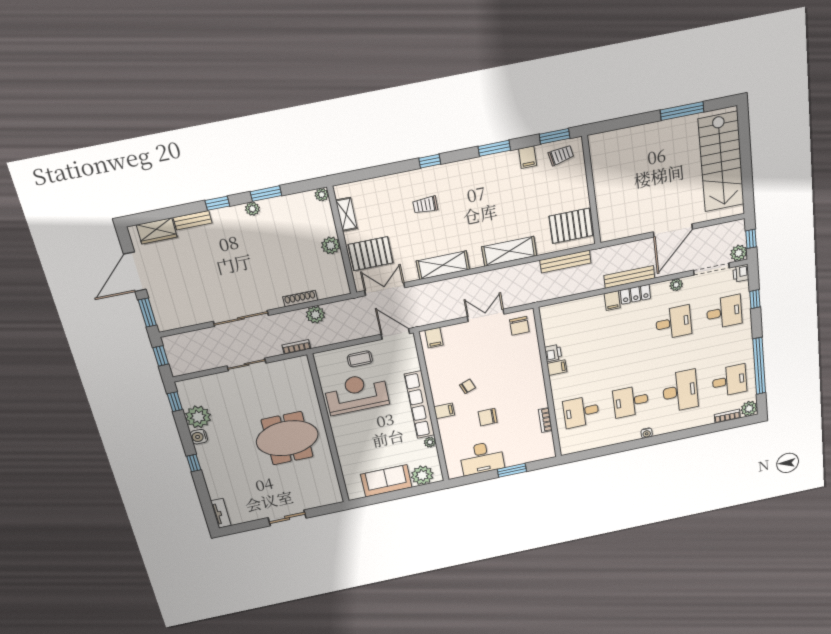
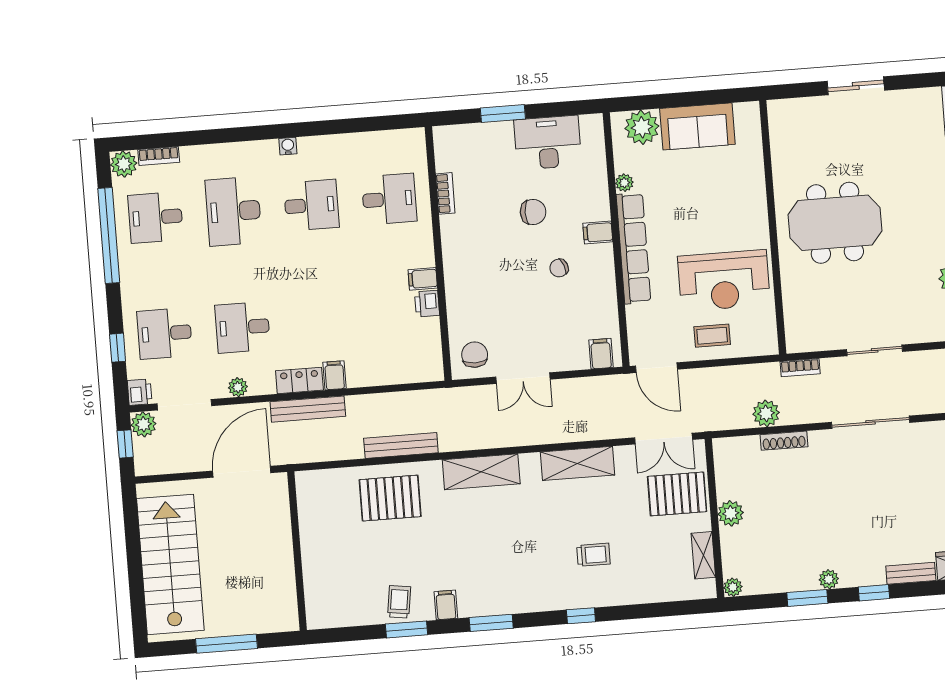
trolley: (561, 155) -> (399, 602), turned 109
wall: (591, 191) -> (297, 551), moved

